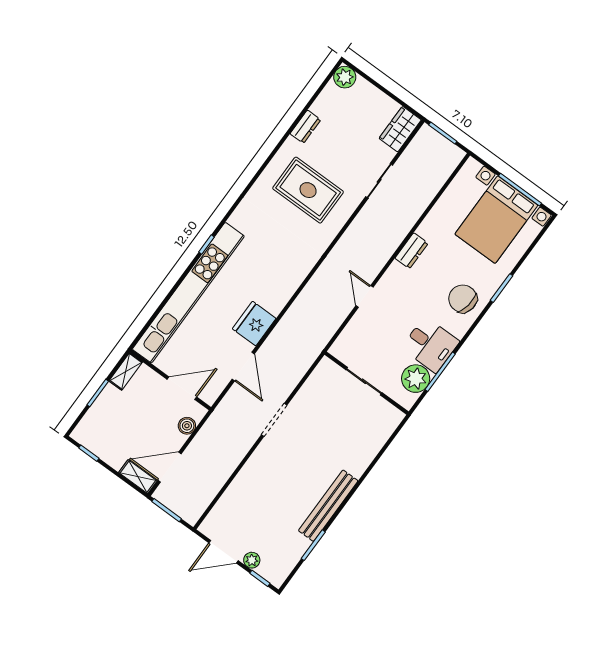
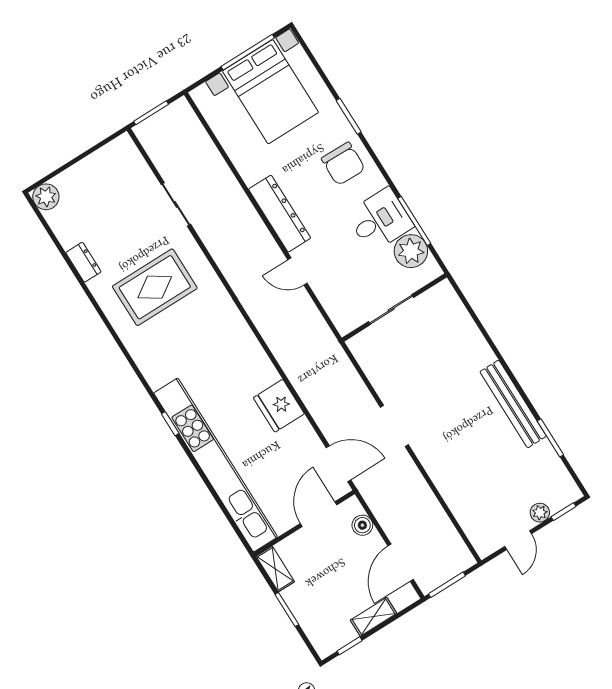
wardrobe: (400, 129) -> (128, 158), removed
dresser: (412, 251) -> (280, 214), width x1.96, depth x1.24
chair: (463, 299) -> (343, 164), turned -98
door: (243, 366) -> (339, 464), moved
shelving: (138, 477) -> (374, 617), moved
door: (224, 552) -> (518, 540), width x0.73

